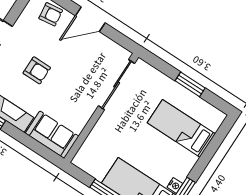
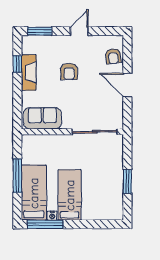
bed: (181, 128) -> (70, 195), moved
sofa: (52, 135) -> (42, 118), moved, turned -90

